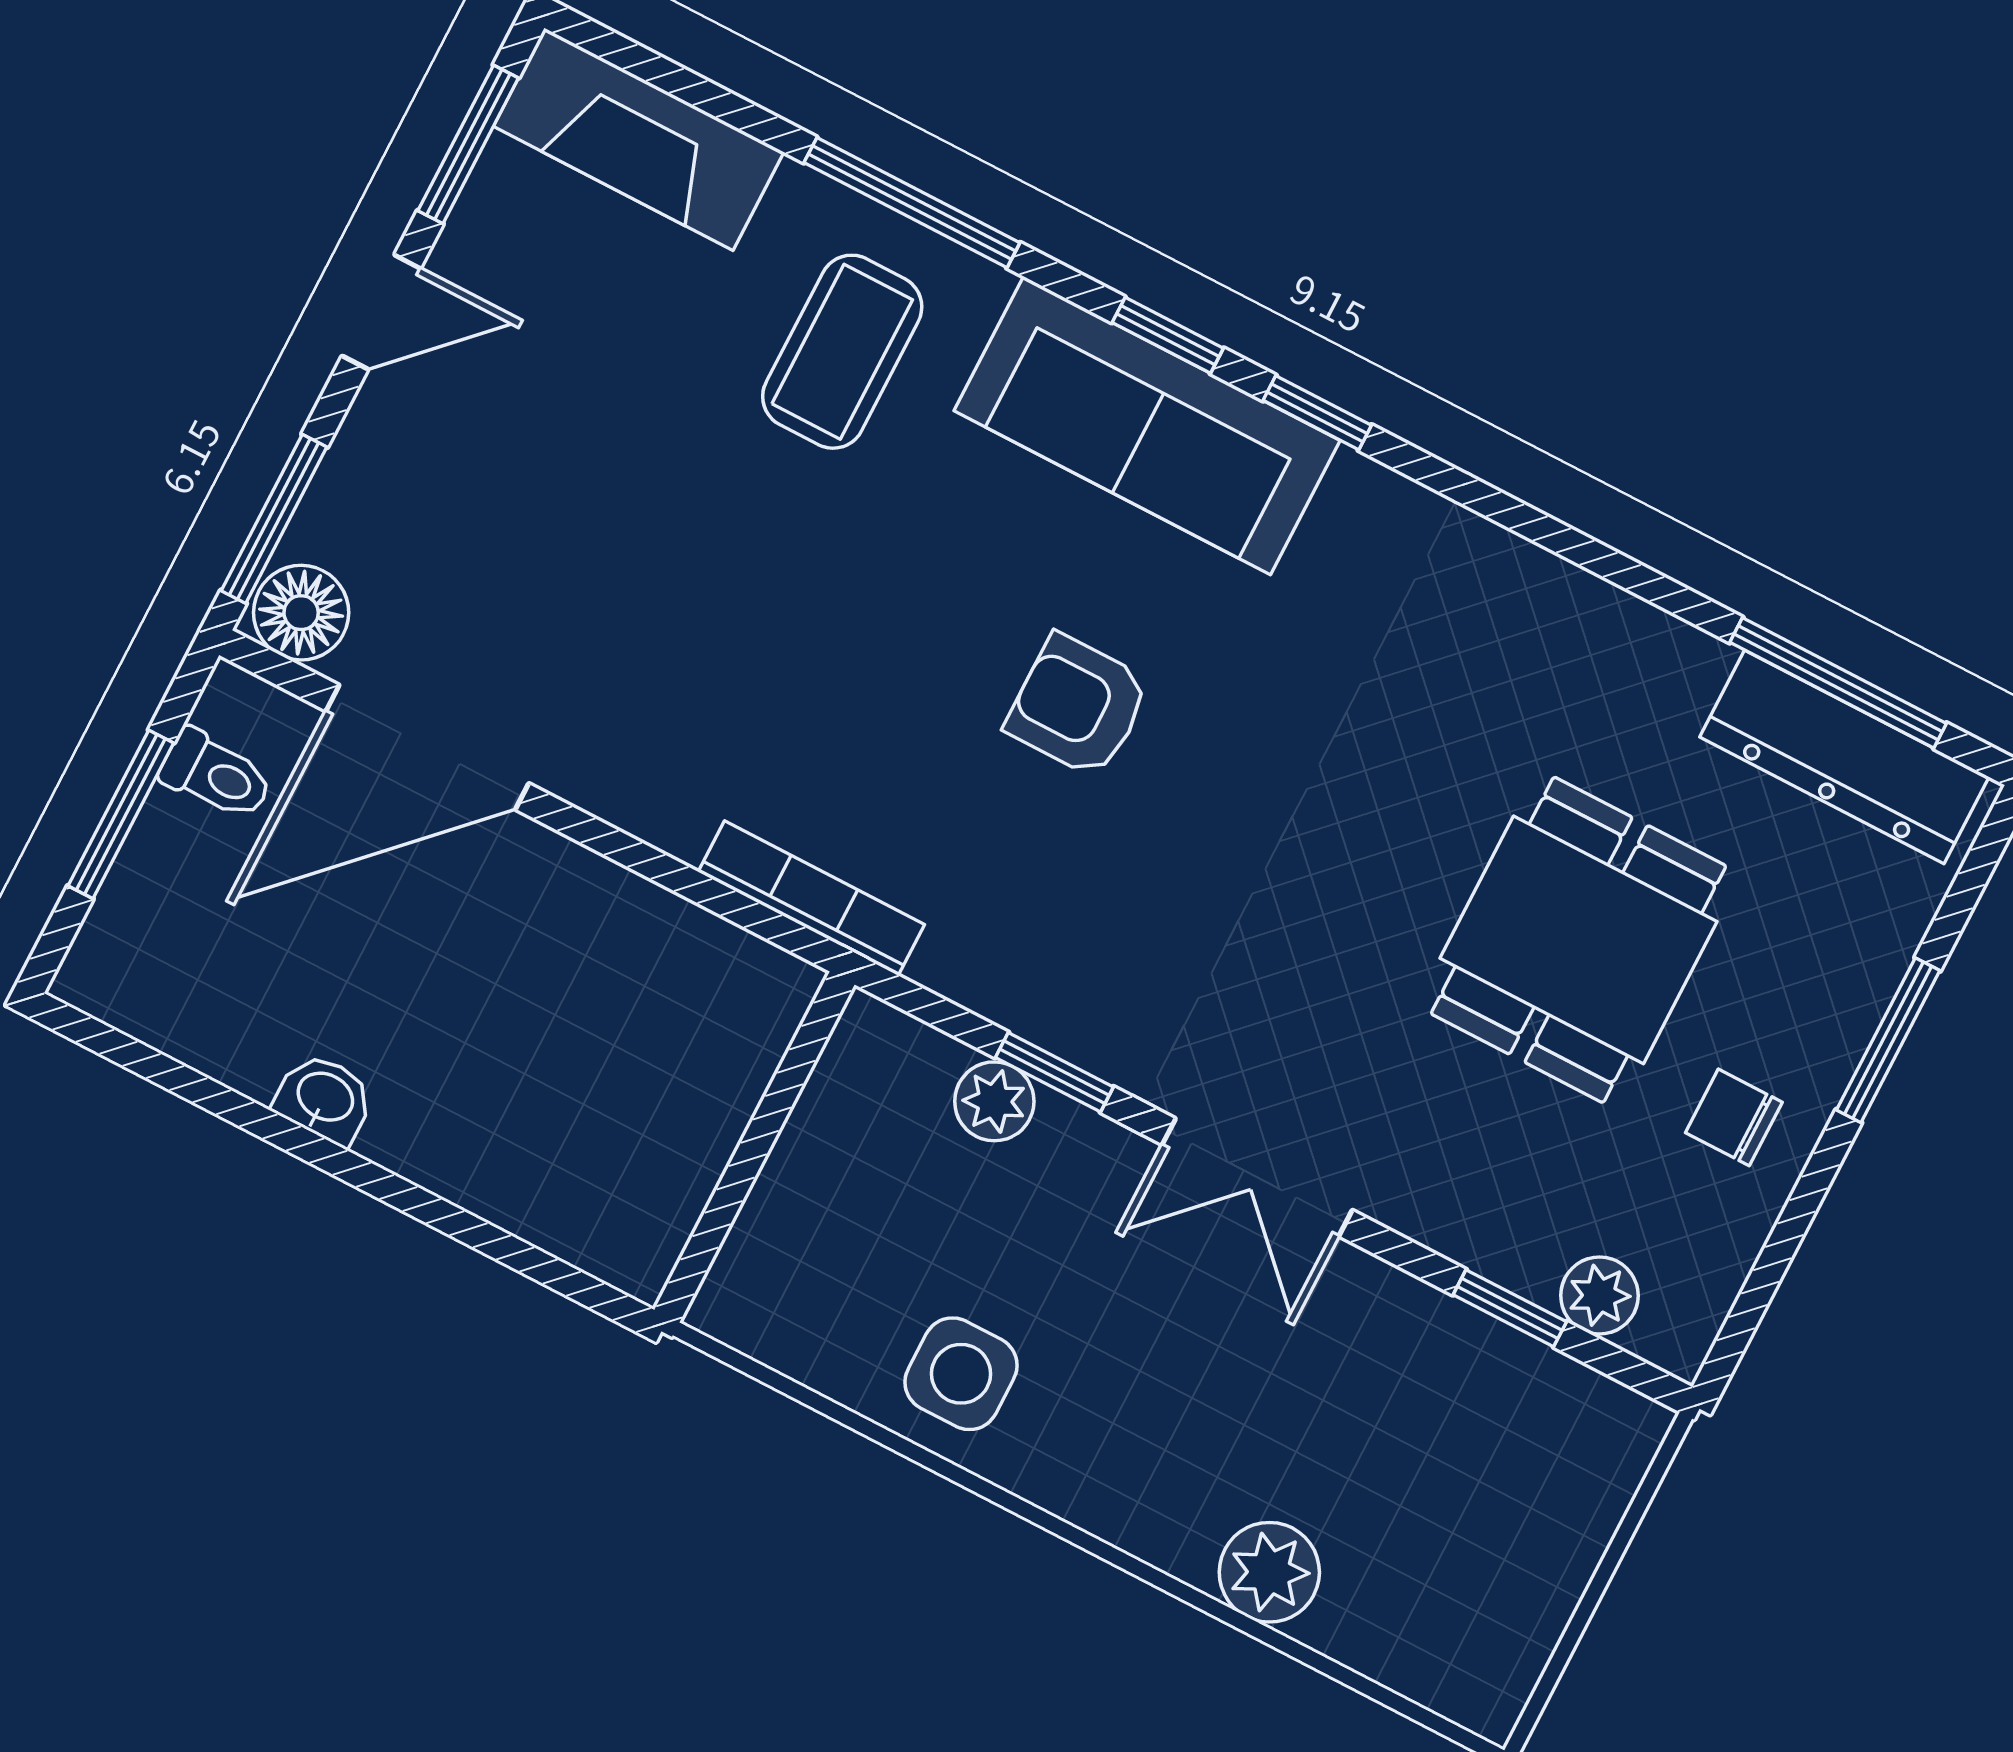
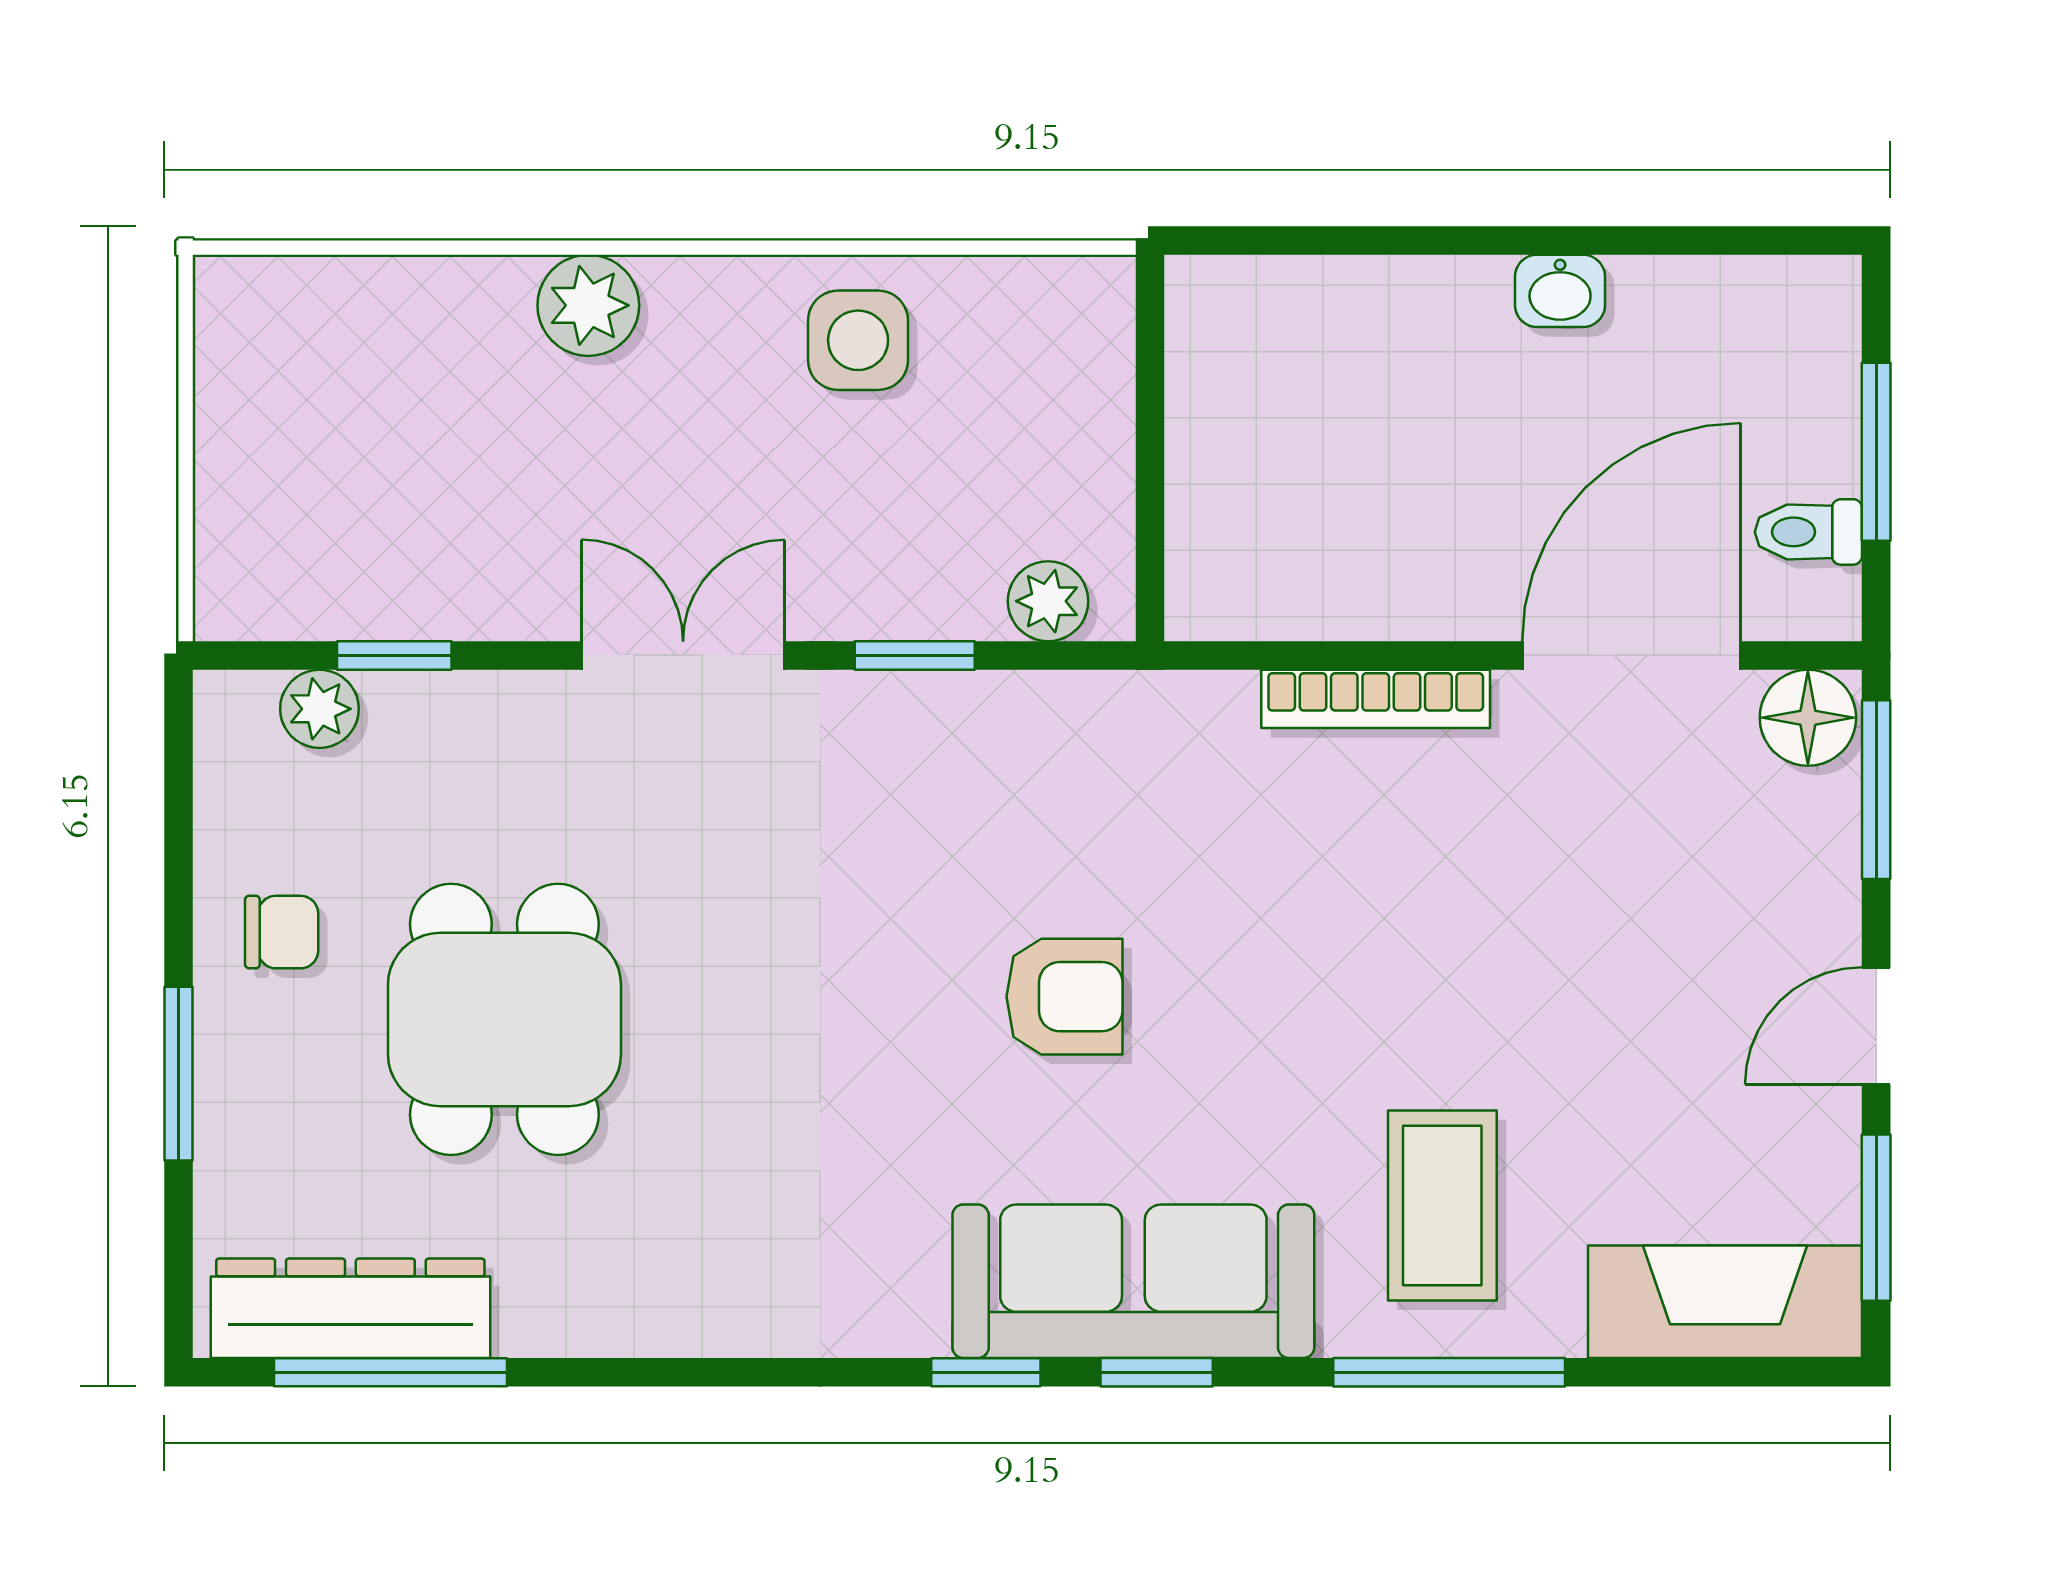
bookcase: (811, 898) -> (1376, 699), moved
plant: (994, 1101) -> (1048, 601), moved
plant: (1269, 1572) -> (588, 305), moved

